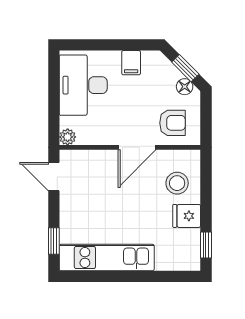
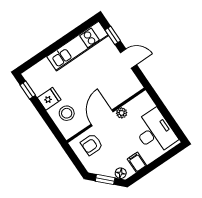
floor lamp: (185, 87) -> (121, 173), moved
plant: (68, 137) -> (122, 113), moved
door: (54, 177) -> (128, 59), moved

